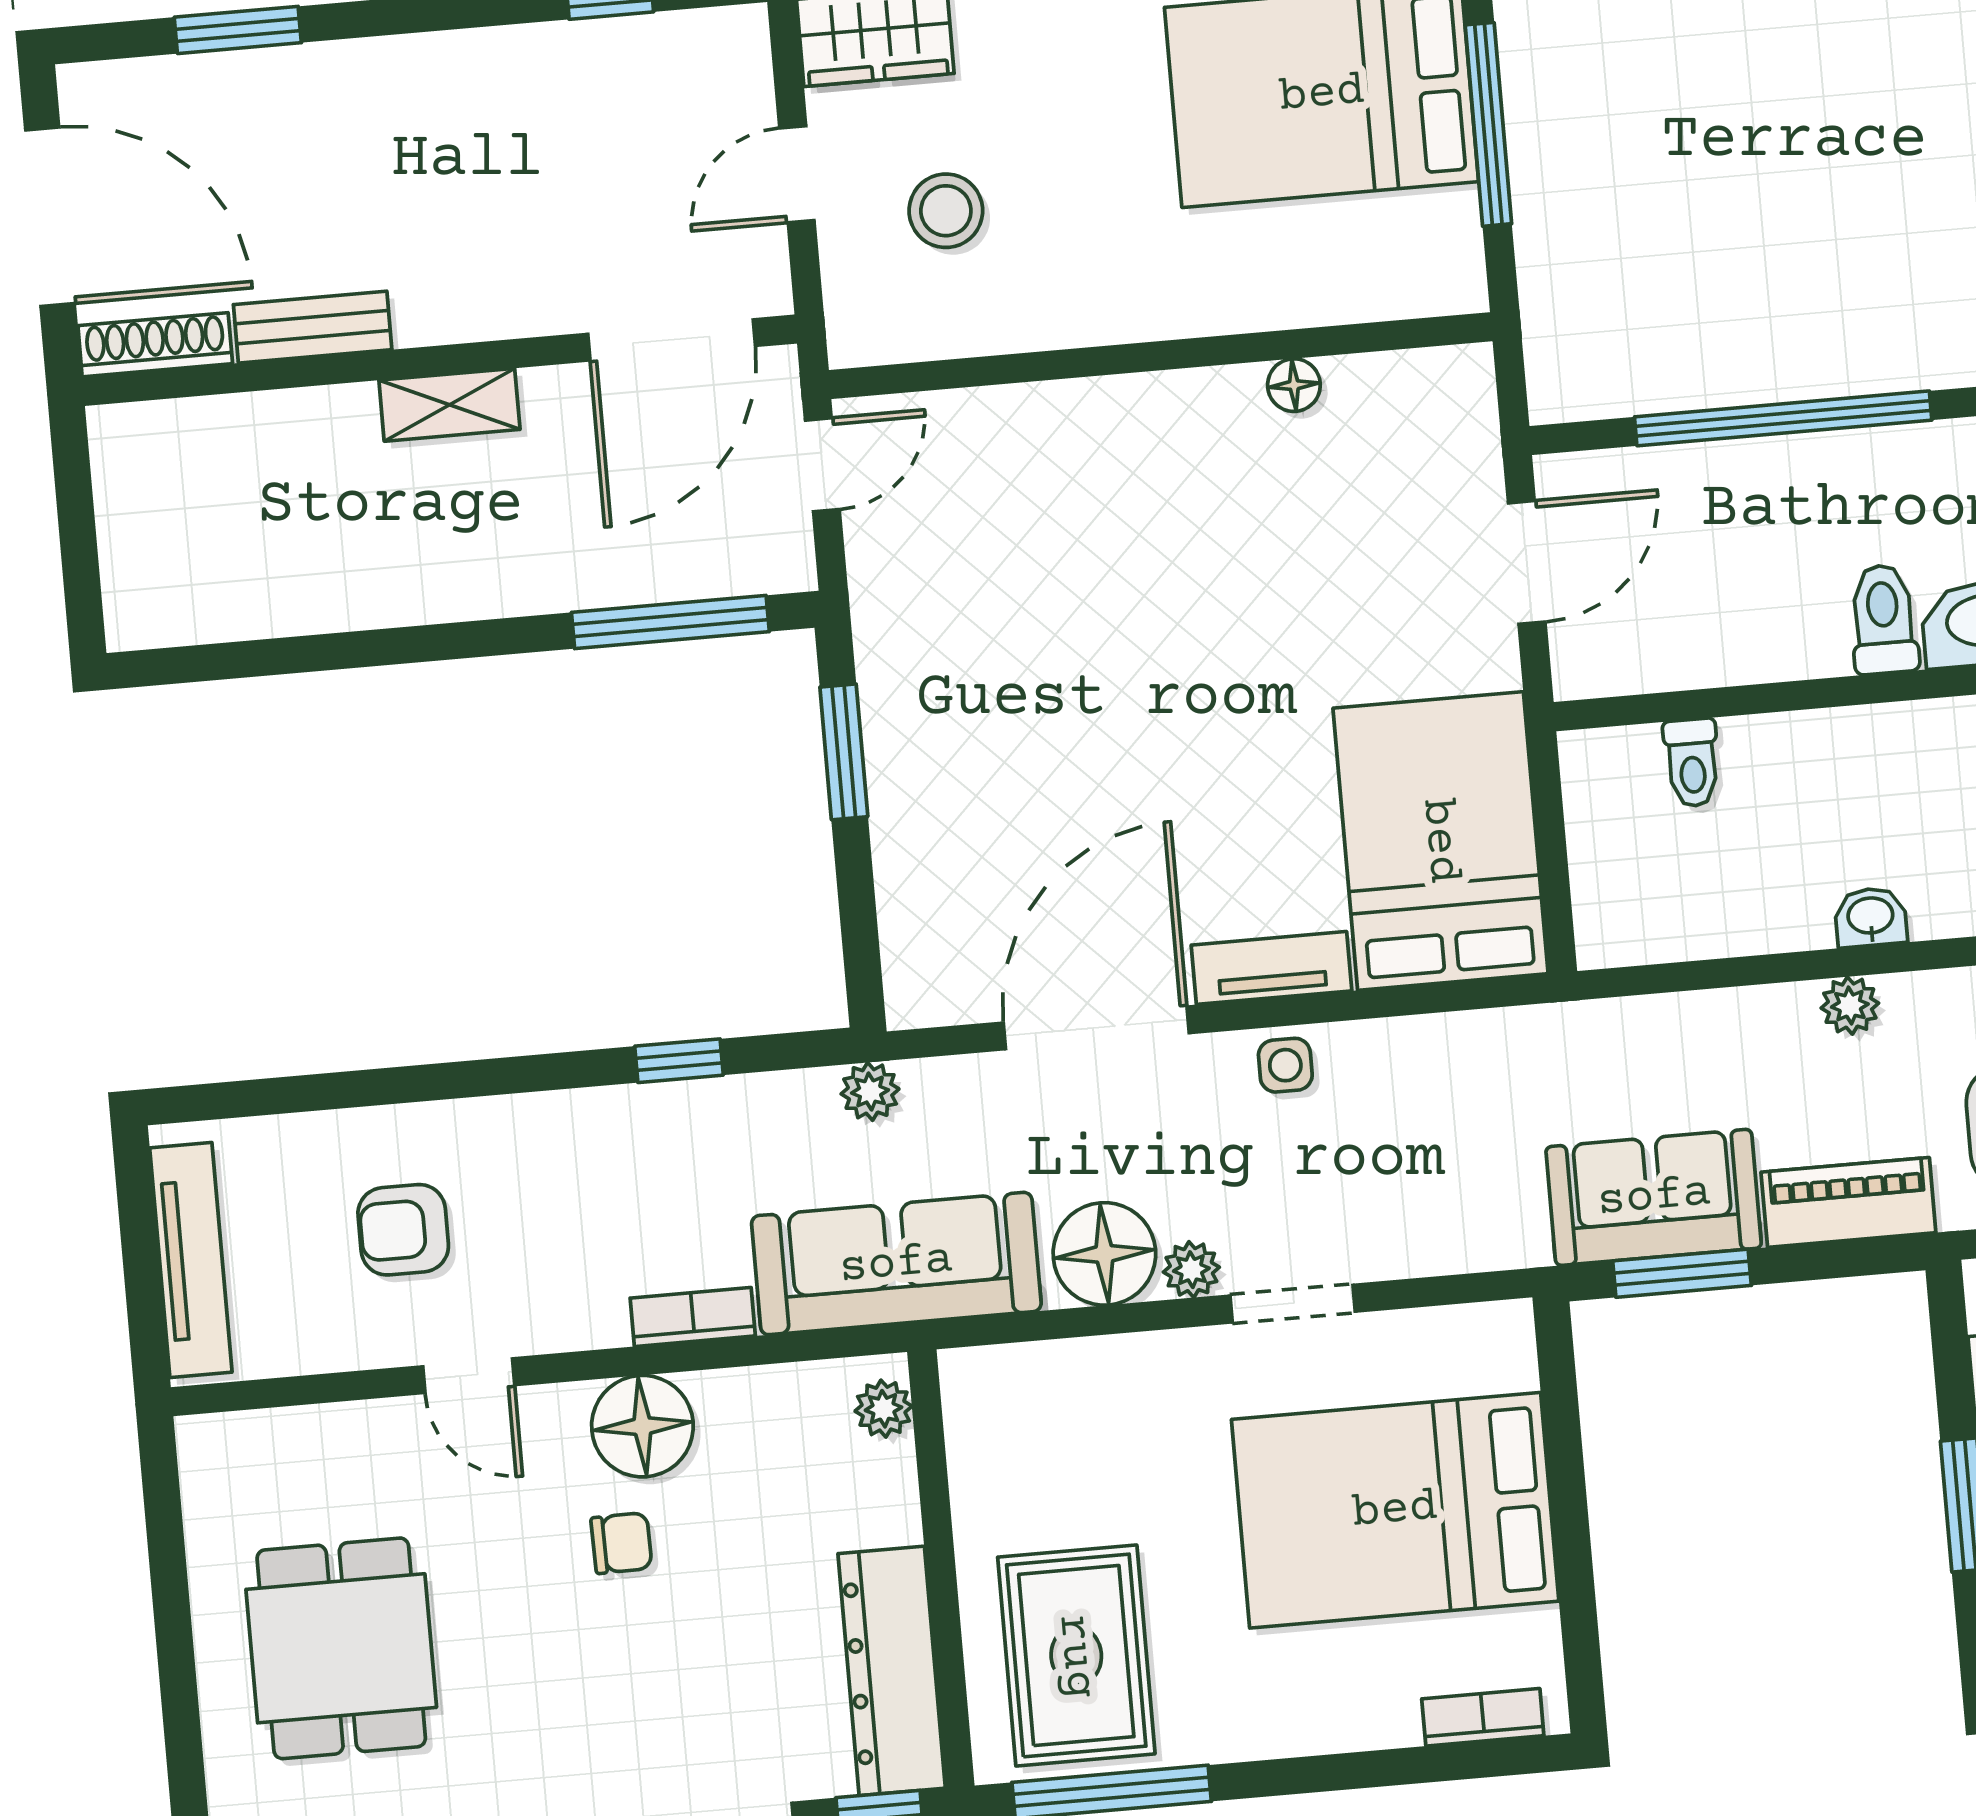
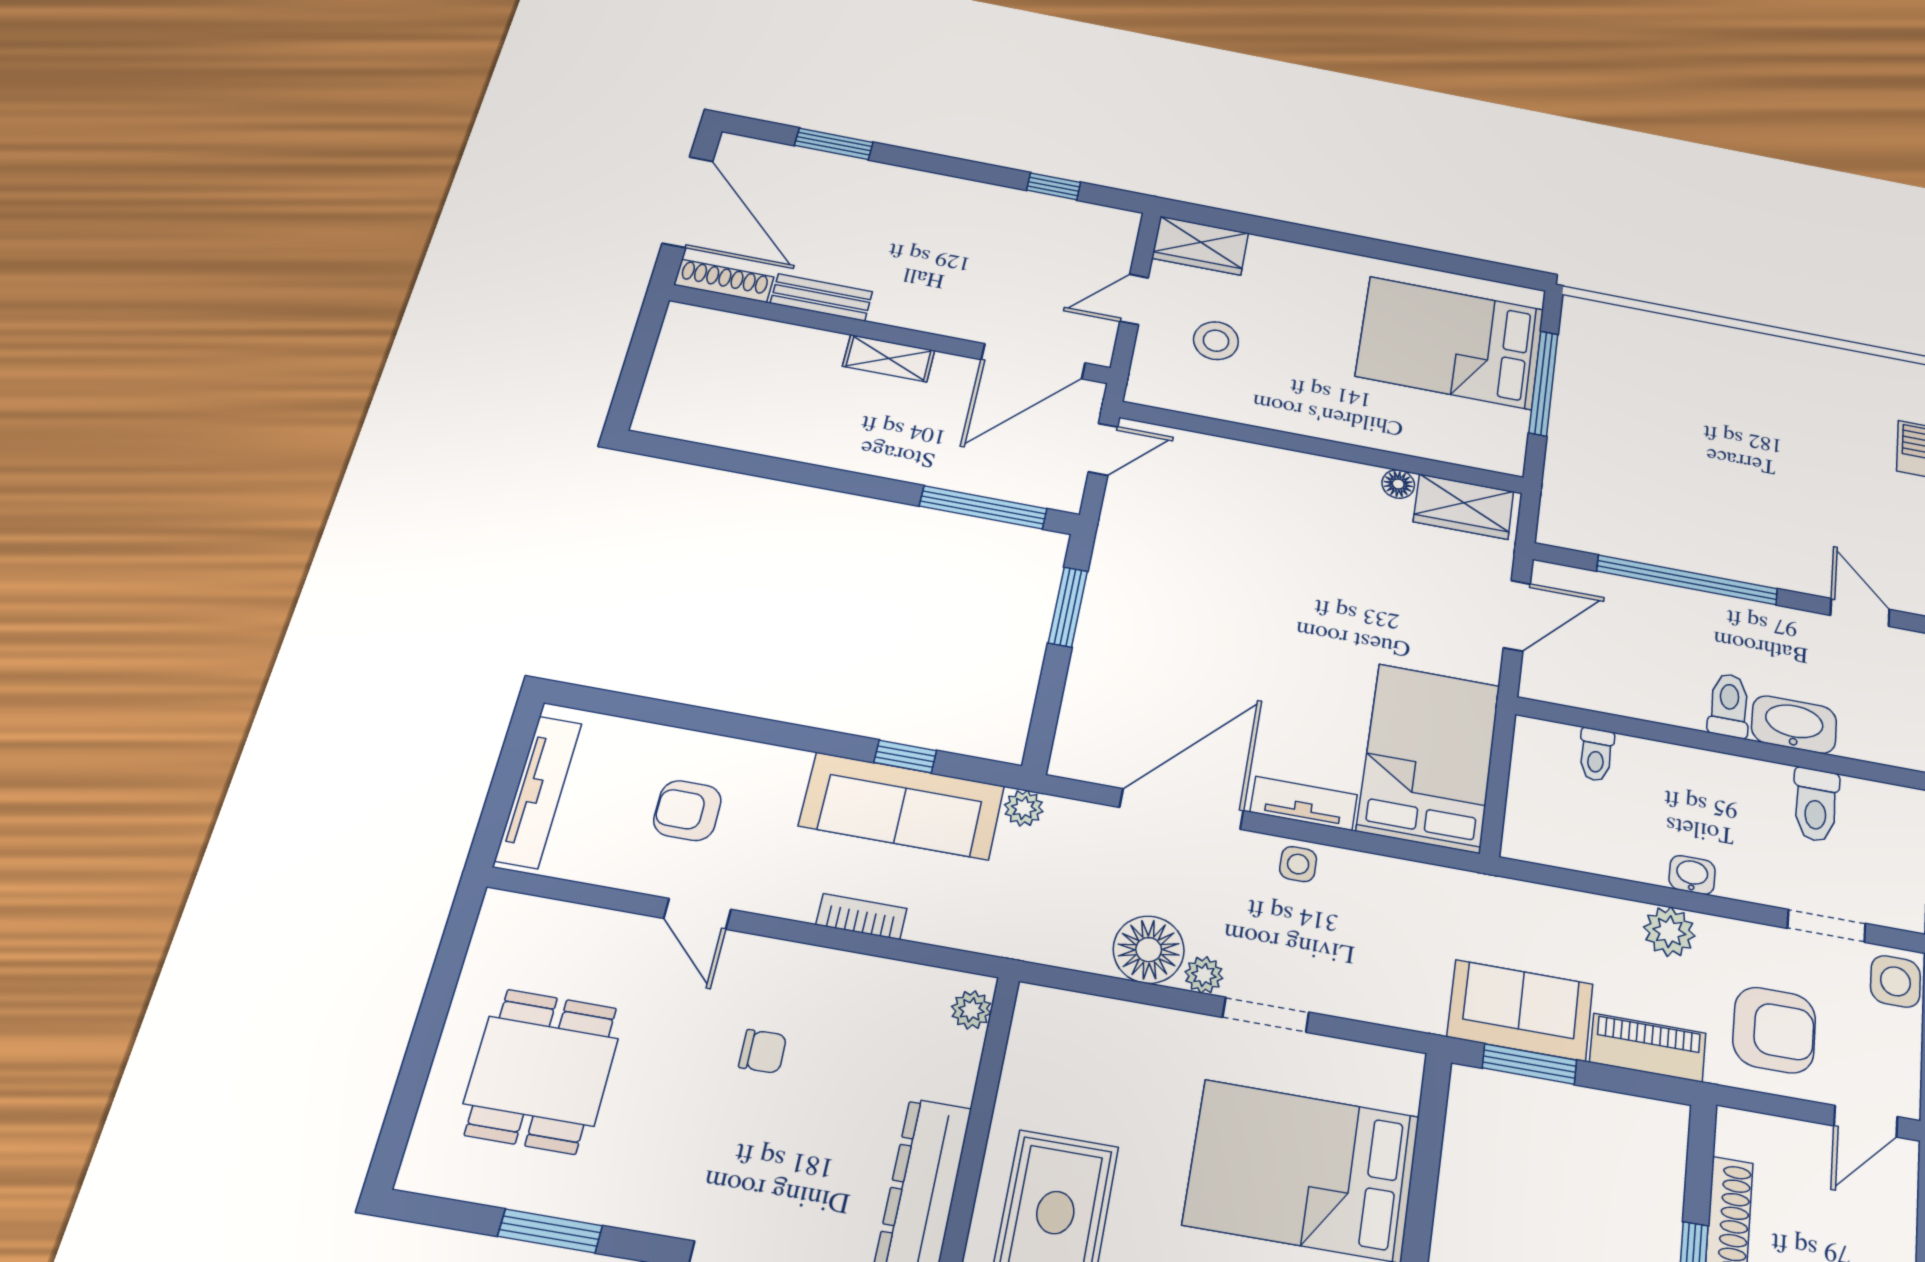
wardrobe: (1405, 394) -> (1464, 507), added
plant: (1850, 1006) -> (1669, 932), width x1.38, depth x1.38
sofa: (896, 1264) -> (902, 806), moved, turned 180
floor lamp: (642, 1426) -> (804, 978), removed

